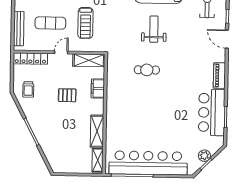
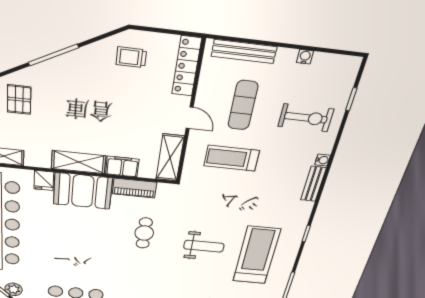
piano: (113, 80) -> (135, 188), added
pallet: (67, 95) -> (19, 100), moved
booth: (118, 112) -> (83, 191), added
shelving: (97, 131) -> (79, 162), moved
fridge: (113, 136) -> (44, 180), added

